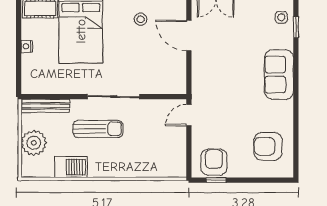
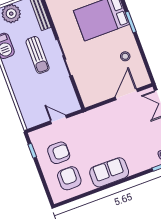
sofa: (279, 75) -> (109, 172), moved
door: (189, 115) -> (59, 119), moved
armchair: (214, 162) -> (59, 153), moved

